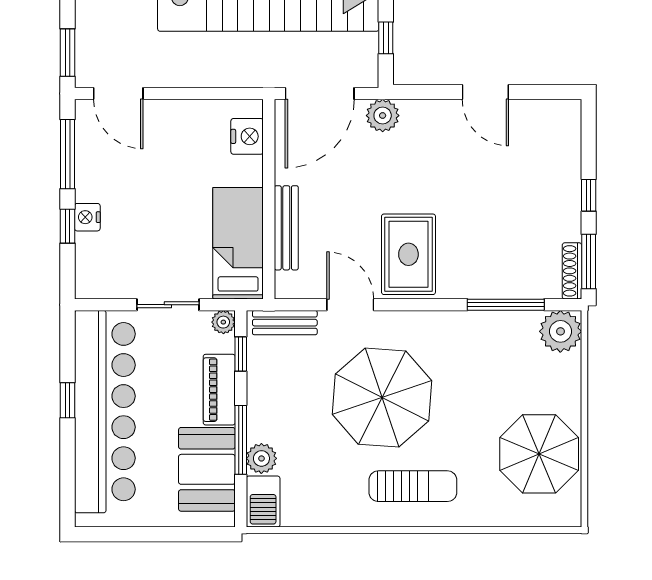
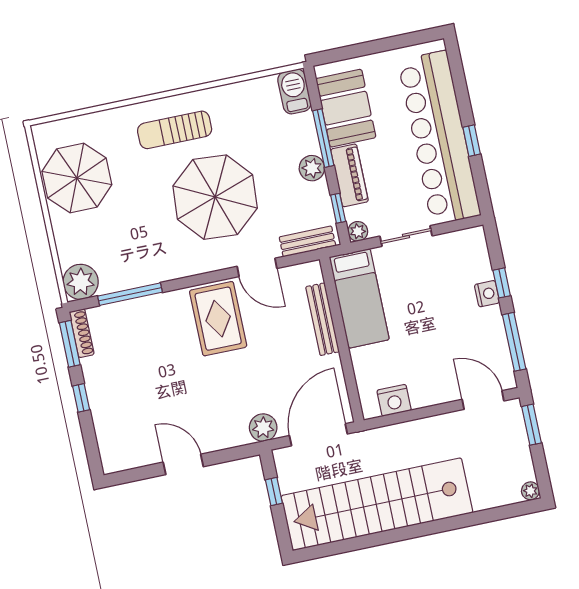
nightstand: (247, 136) -> (394, 400), moved, turned -90
plant: (261, 458) -> (312, 168), moved

